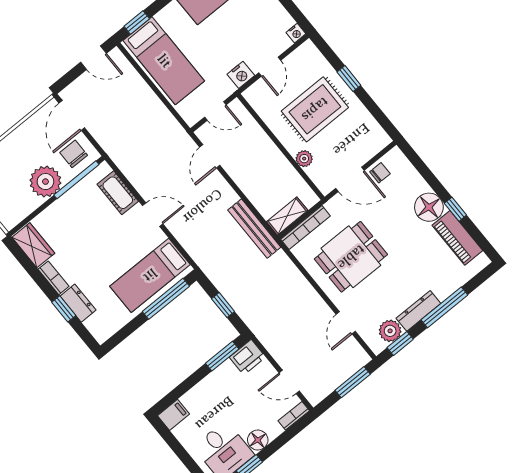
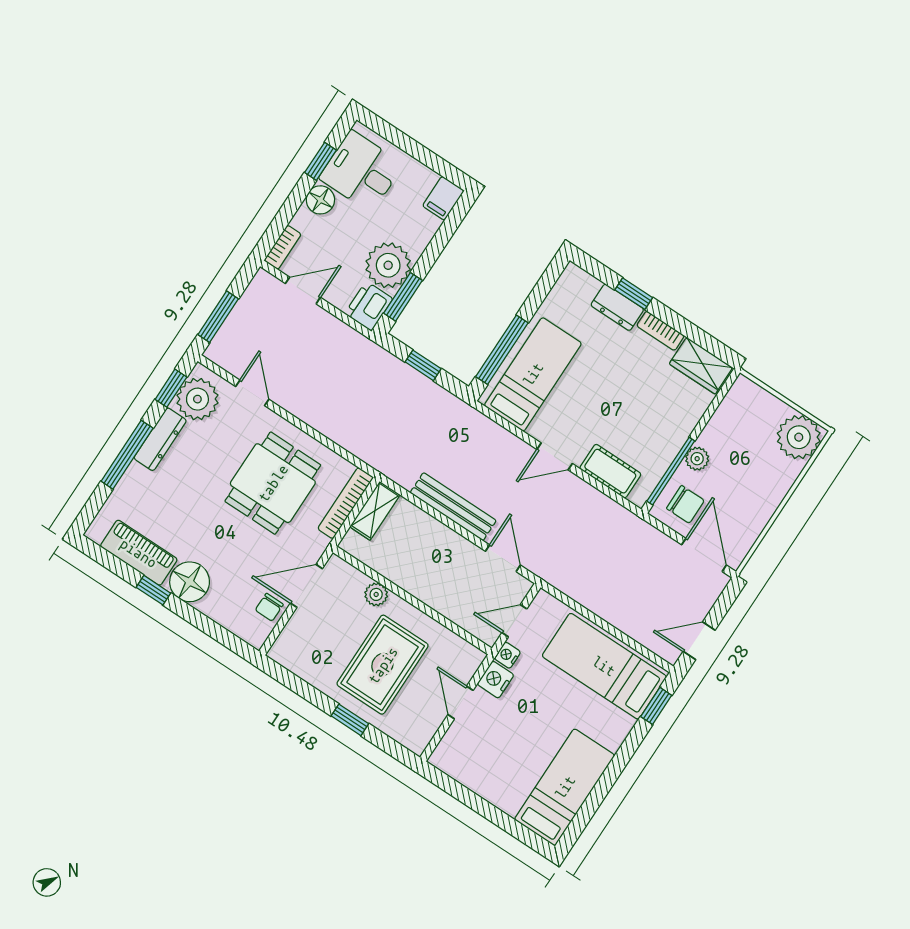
nightstand: (296, 33) -> (507, 655), moved
plant: (45, 182) -> (697, 459), width x0.53, depth x0.53
bench: (254, 229) -> (453, 507), moved
plant: (390, 331) -> (197, 399), width x1.36, depth x1.36
plant: (225, 381) -> (388, 265), added

